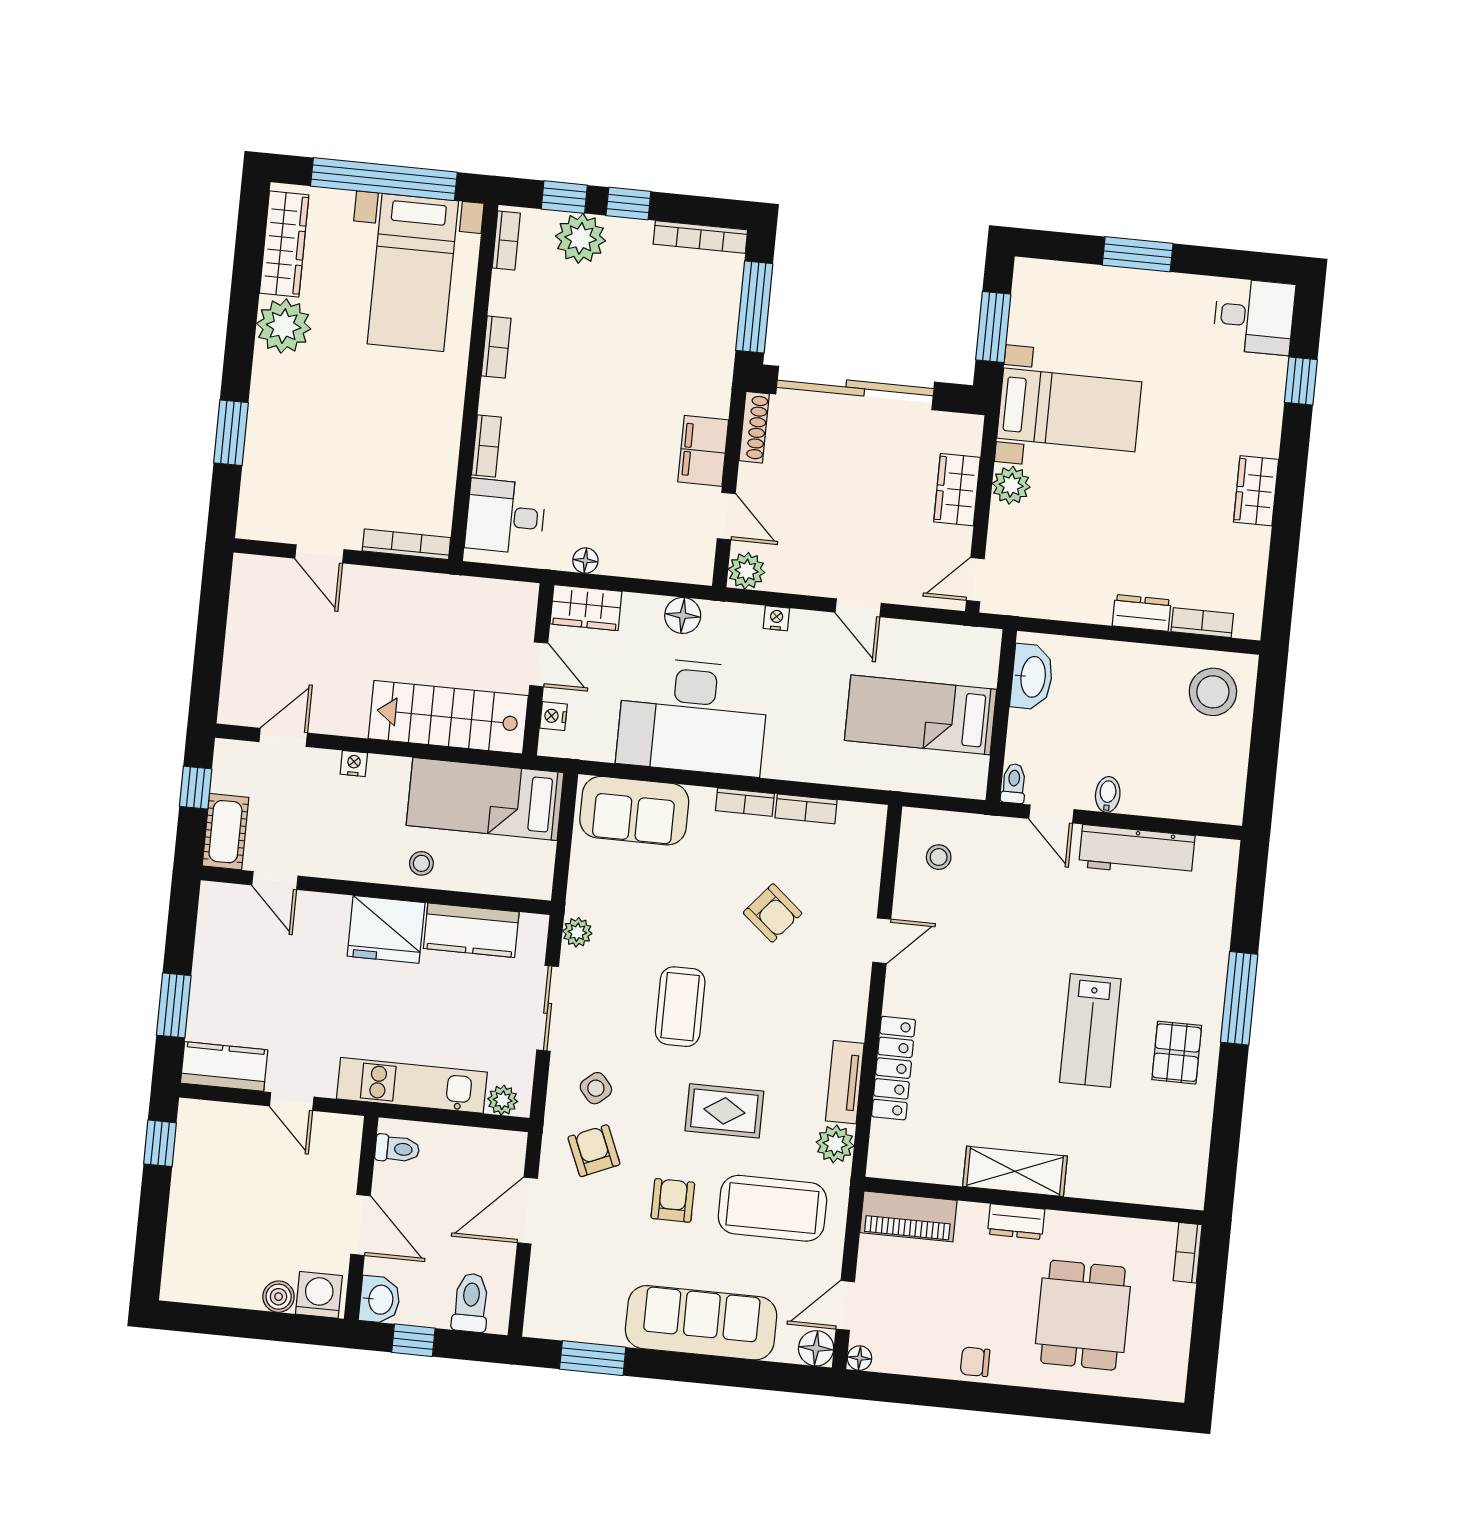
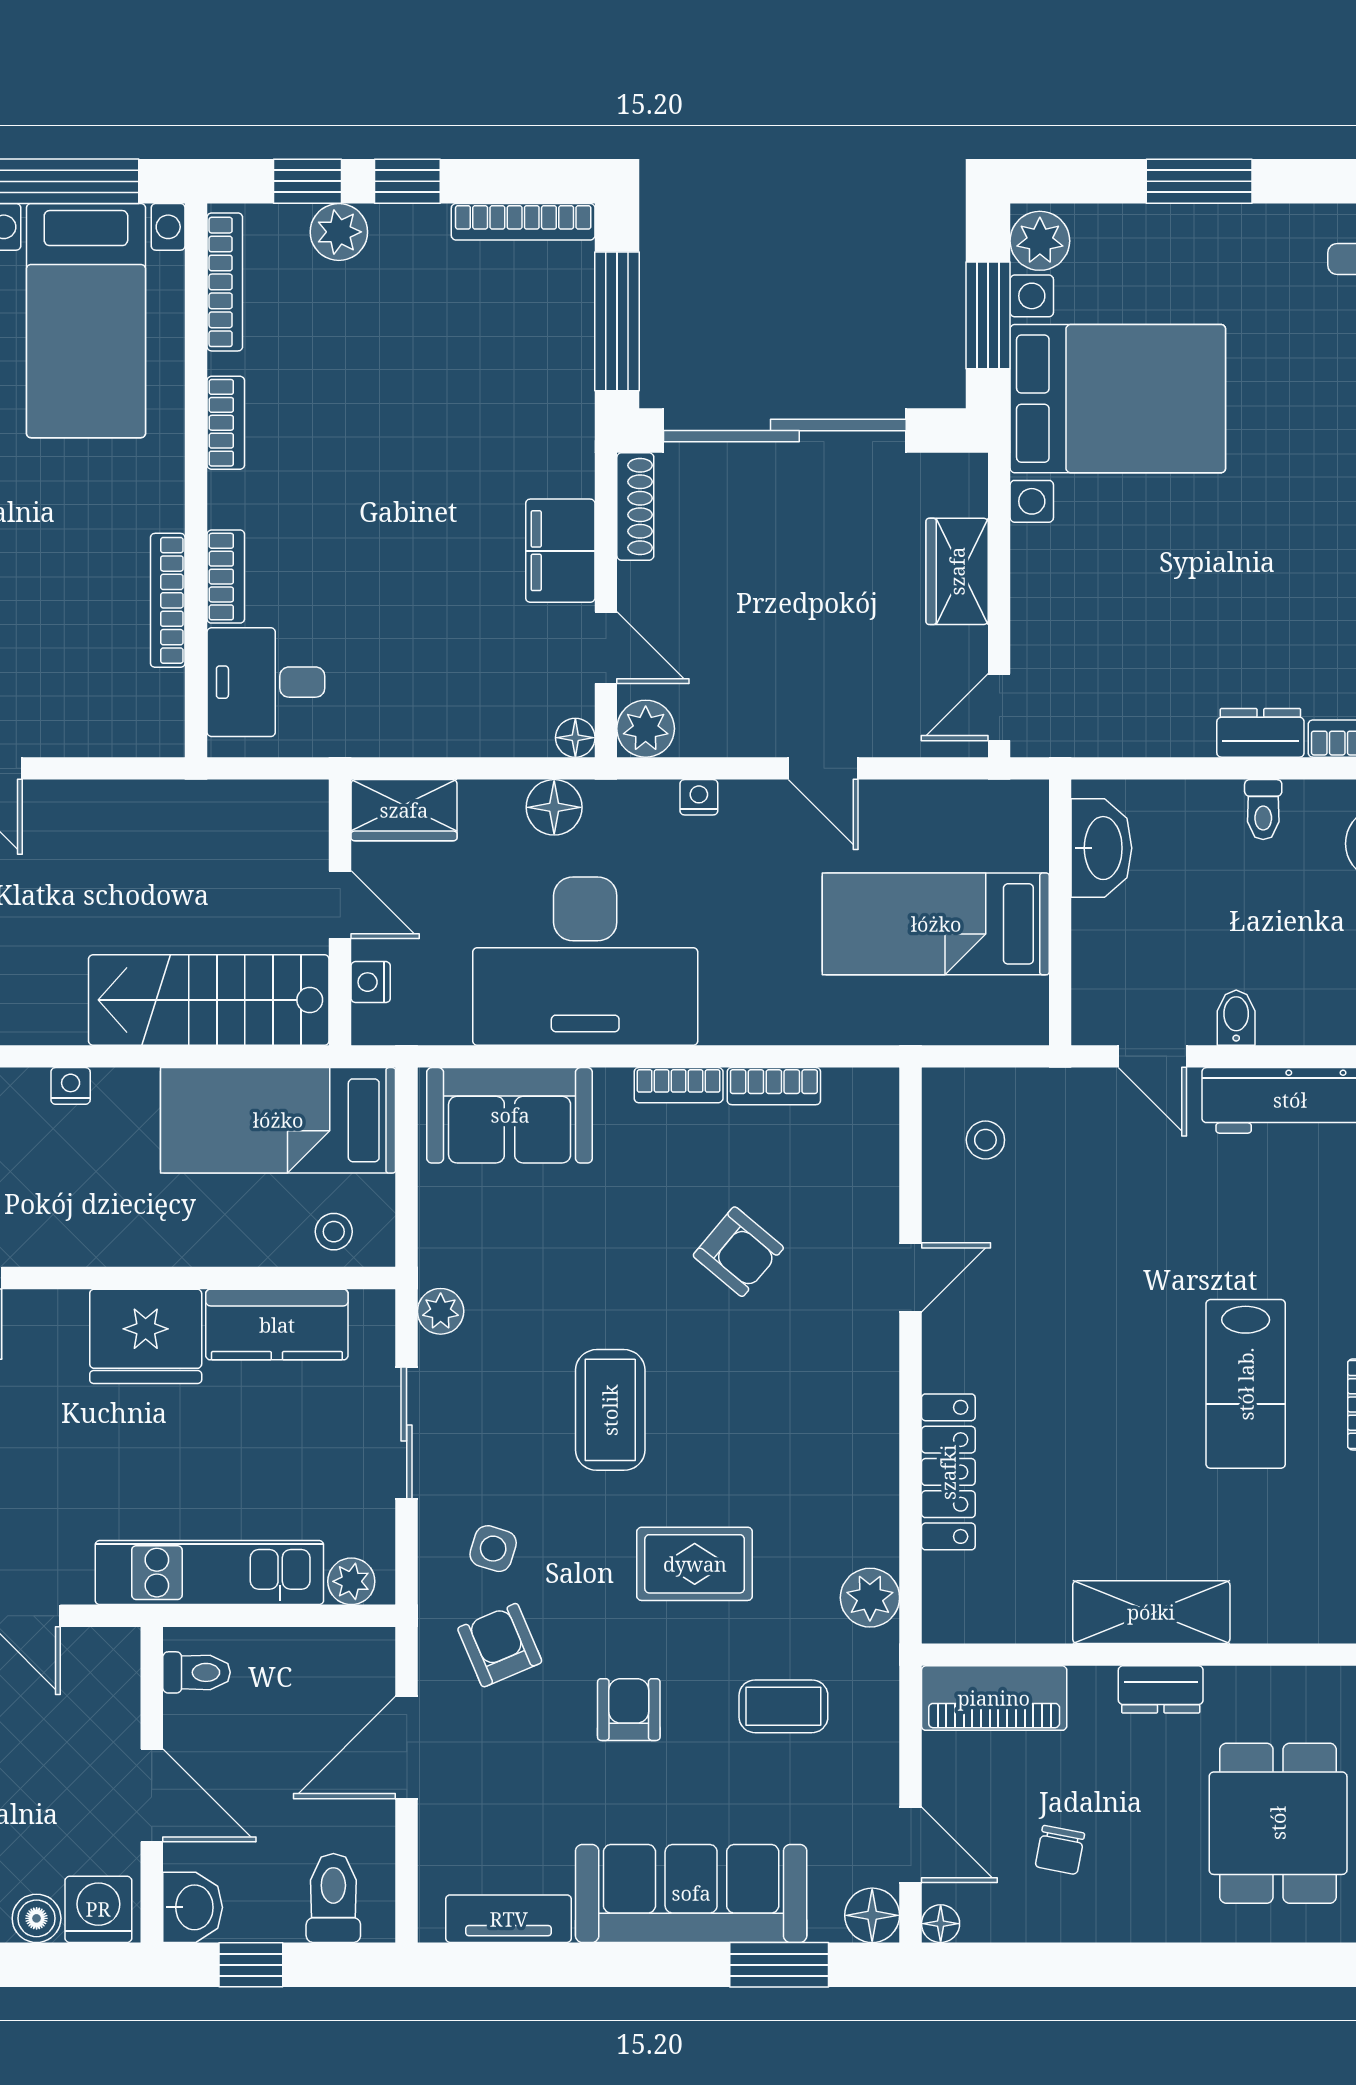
plant: (581, 238) -> (339, 232), width x0.73, depth x0.73
bookcase: (506, 241) -> (225, 282), width x1.56
bed with nightstands: (1069, 410) -> (1118, 399), width x1.36
plant: (1011, 485) -> (1040, 241), moved
bookcase: (406, 544) -> (168, 600), moved, turned -90
floor lamp: (585, 561) -> (575, 738), moved
toilet: (1014, 783) -> (1263, 810), moved, turned 180
stool: (421, 863) -> (334, 1232), moved
tv unit: (845, 1082) -> (509, 1919), moved, turned 90
side table: (596, 1088) -> (493, 1549), turned -32
coffee table: (772, 1208) -> (783, 1706), width x0.54, depth x0.58
door: (845, 1305) -> (911, 1845), swing flipped
window: (593, 1358) -> (779, 1965), moved
chair: (975, 1362) -> (1060, 1850), moved, turned -79

